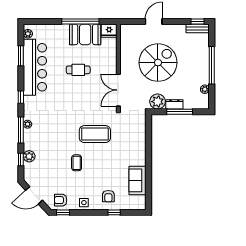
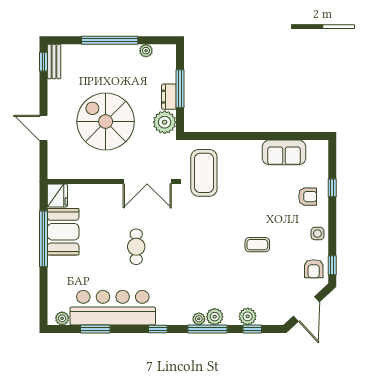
cafe table: (78, 70) -> (136, 247), moved
coffee table: (95, 134) -> (204, 173), moved
plant: (29, 135) -> (215, 317), added

